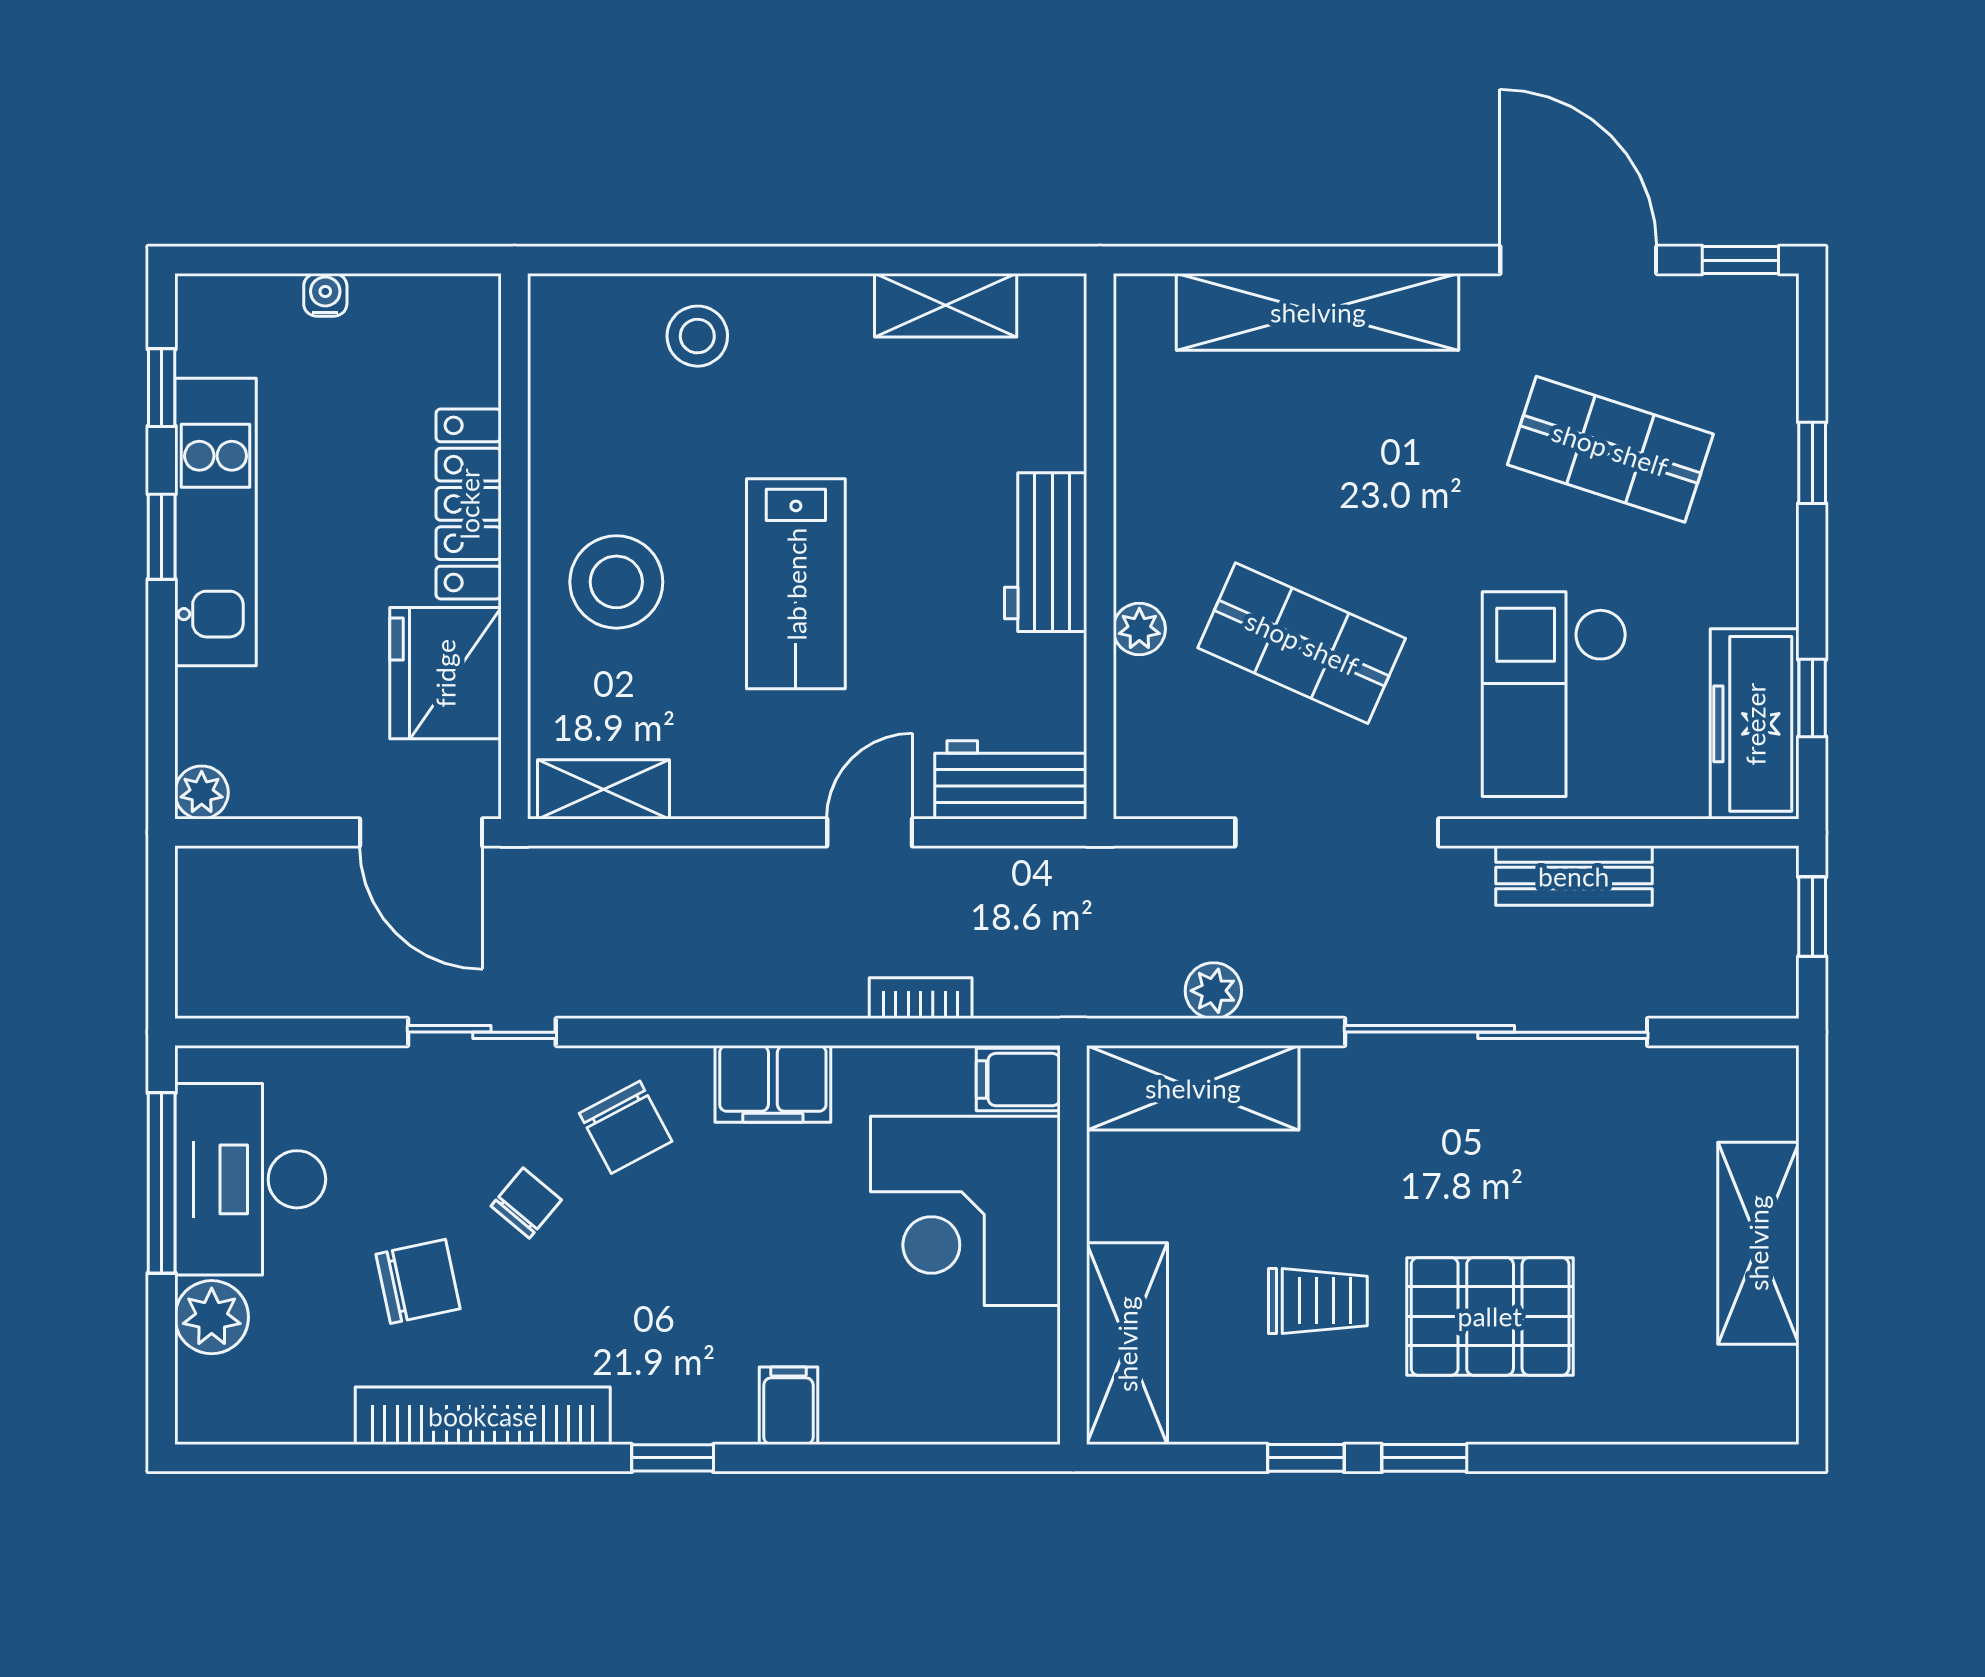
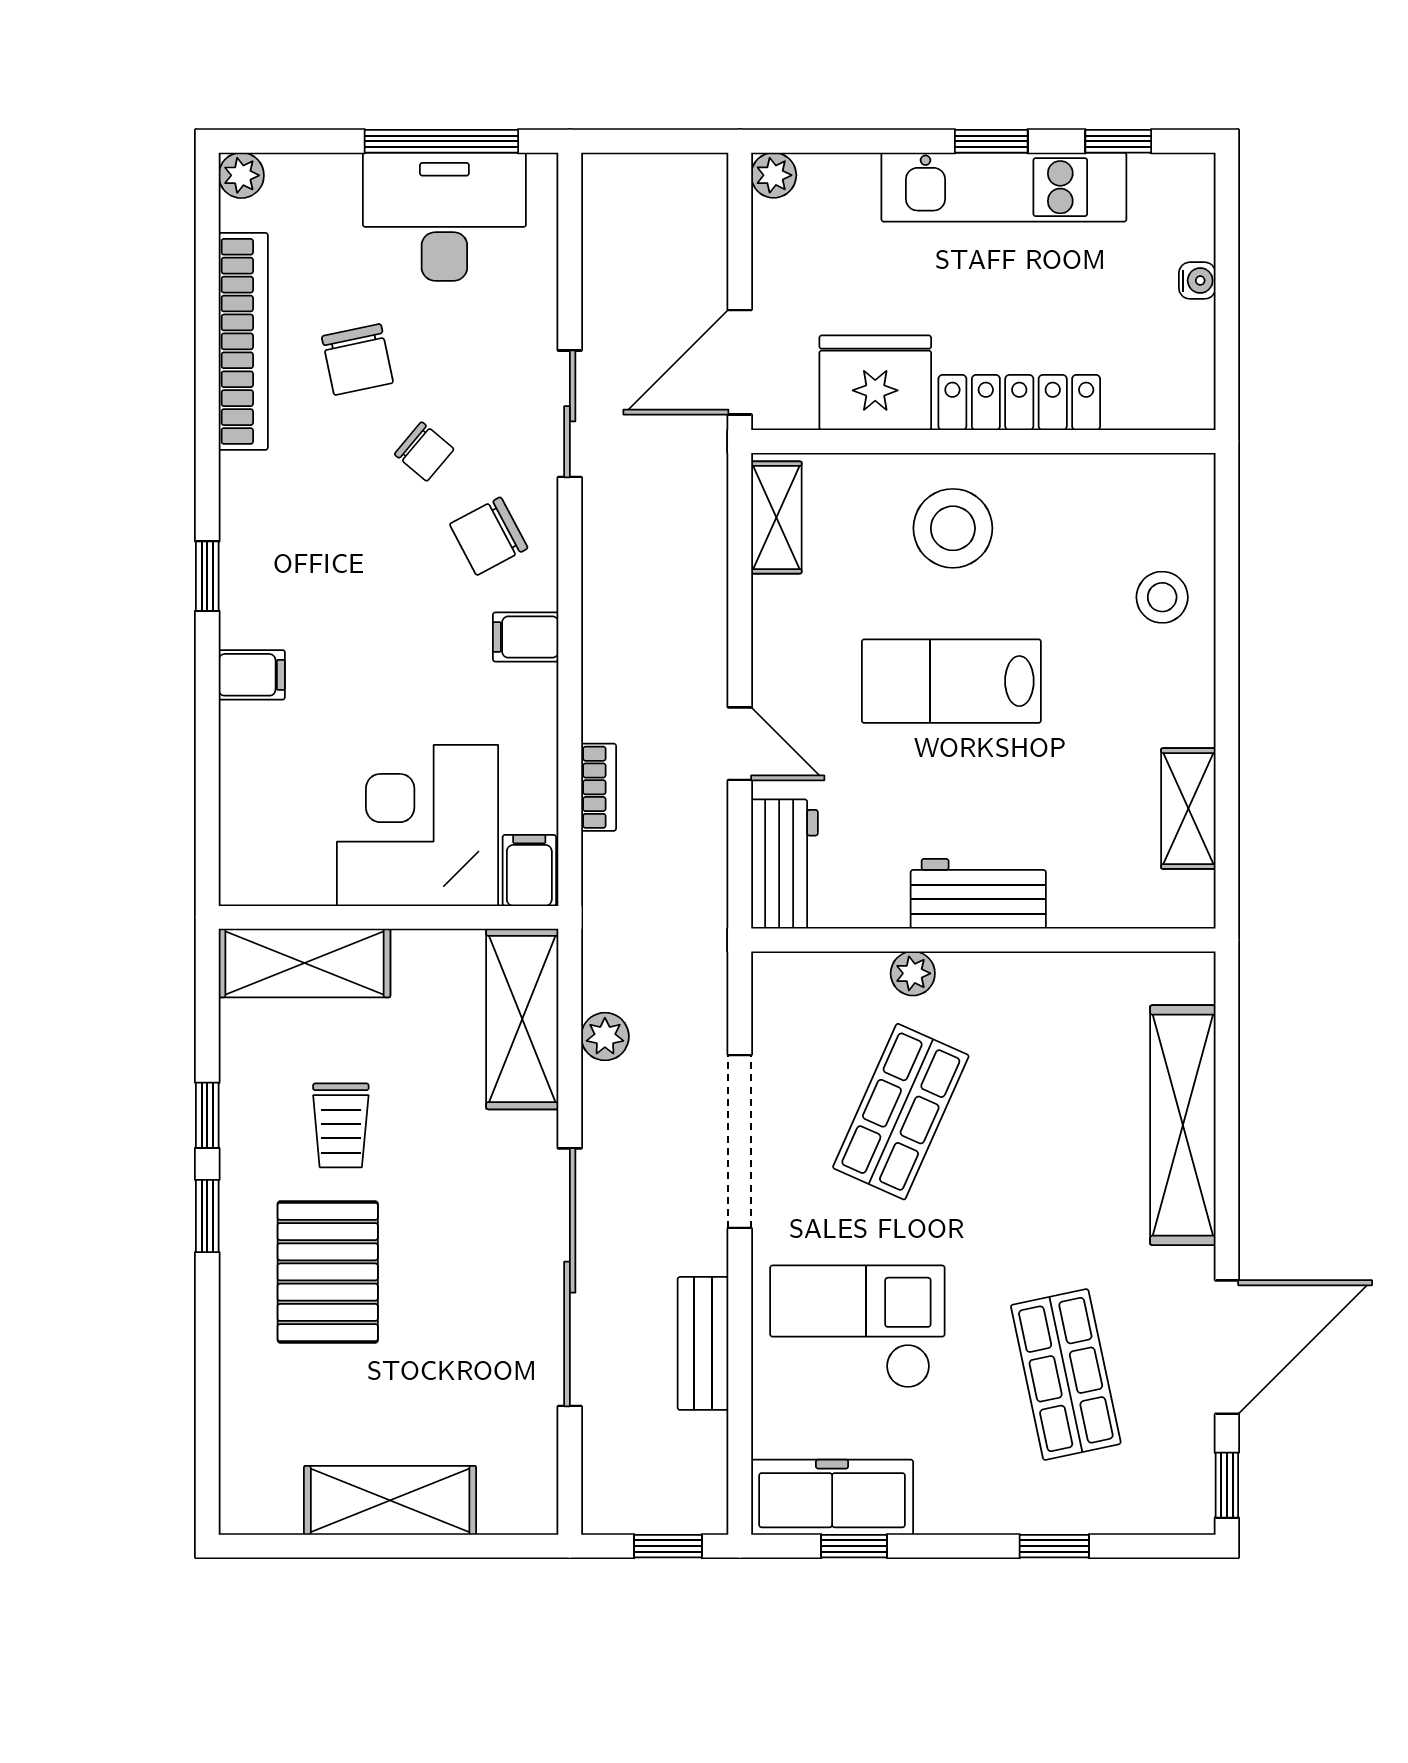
shop shelf: (1610, 449) -> (1066, 1375), turned -30
filing cabinet: (773, 1084) -> (526, 637), width x0.50
plant: (212, 1317) -> (241, 175), moved, width x0.73, depth x0.73
bookcase: (483, 1416) -> (243, 341), moved

